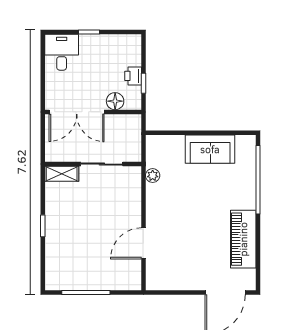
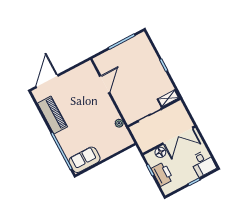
printer: (133, 76) -> (162, 174), width x1.87, depth x1.48
double door: (77, 112) -> (178, 136), swing flipped
sofa: (210, 149) -> (85, 160), moved

